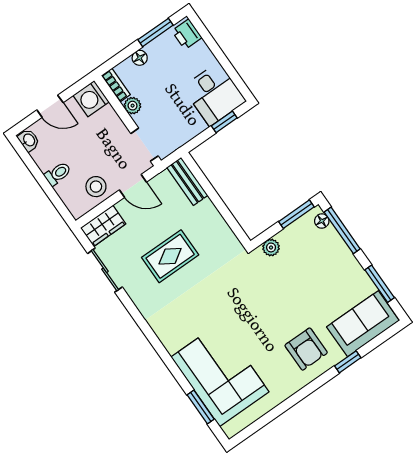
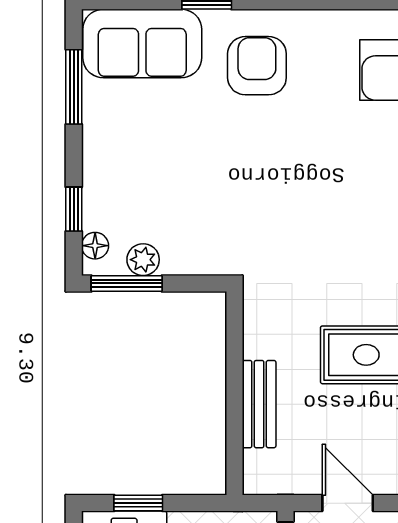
bench: (187, 181) -> (259, 404), moved
window: (342, 230) -> (74, 209), width x0.46
plant: (271, 247) -> (143, 260), moved

